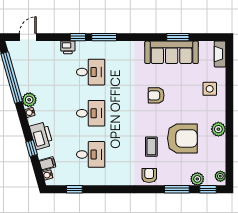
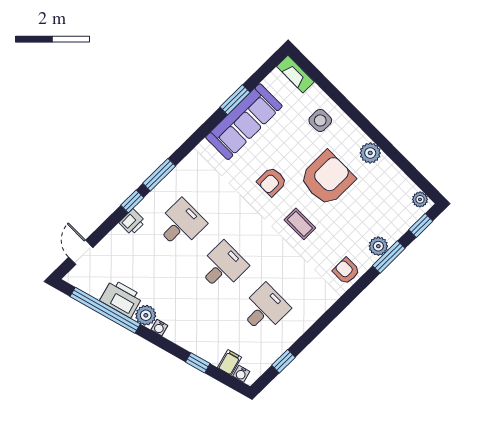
printer: (41, 136) -> (121, 298), moved
armchair: (182, 138) -> (327, 178), moved
coffee table: (151, 147) -> (300, 224), moved
plant: (197, 179) -> (378, 246), moved

